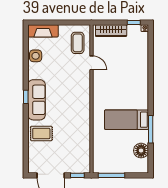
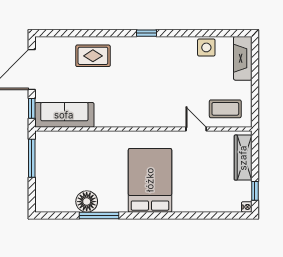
door: (91, 63) -> (196, 129), swing flipped
sofa: (37, 100) -> (64, 115), moved, turned 180
bed: (127, 120) -> (150, 180), moved, width x1.50
rug: (41, 133) -> (93, 56), turned 90
floor lamp: (141, 151) -> (87, 202), moved

